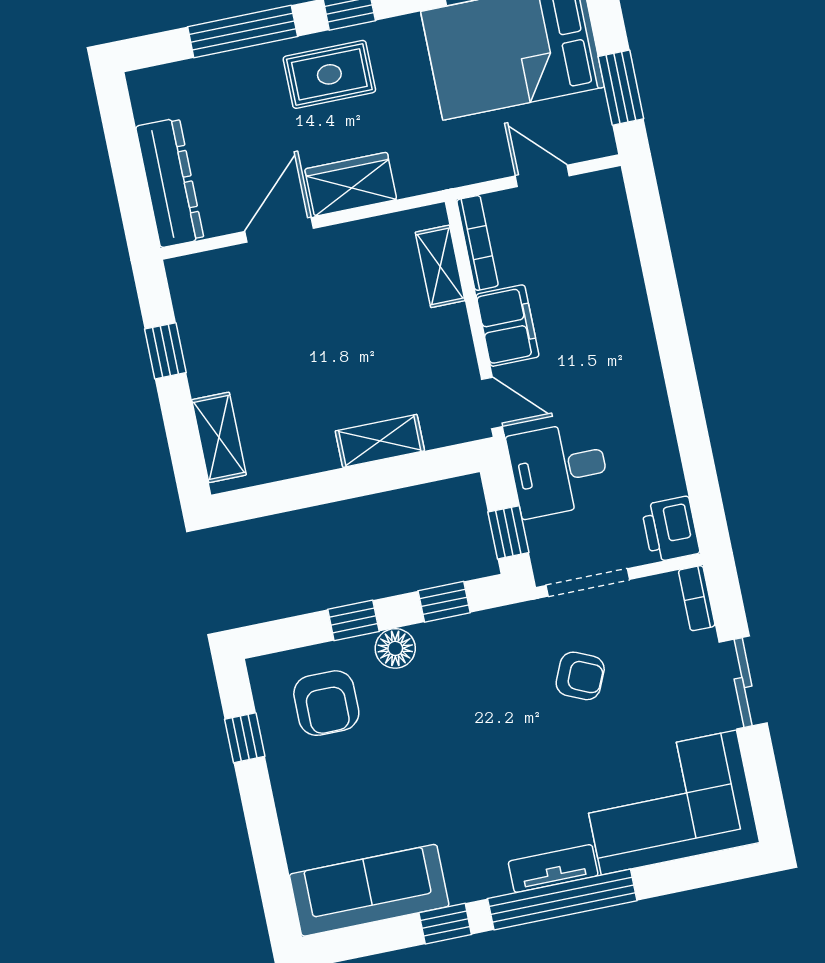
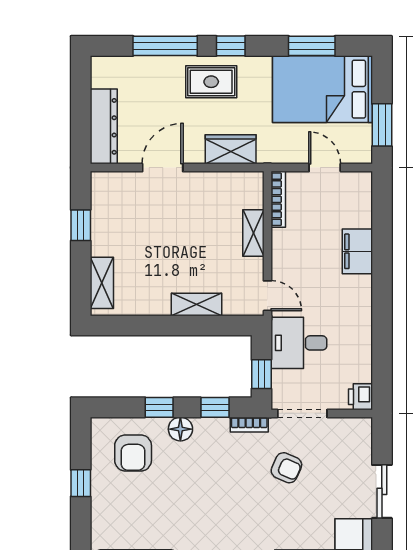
wardrobe: (351, 184) -> (231, 149), moved
shelving: (440, 266) -> (253, 233), moved
filing cabinet: (508, 326) -> (357, 251), moved, turned 180
printer: (670, 529) -> (360, 397), width x0.73, depth x0.81
bookcase: (697, 598) -> (249, 425), moved, turned -90
window: (245, 738) -> (81, 483), moved

